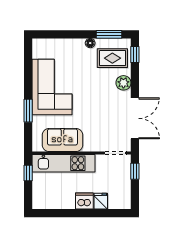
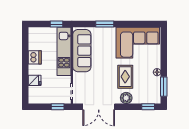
rug: (112, 58) -> (125, 77), moved
corner sofa: (52, 87) -> (138, 43), moved
sofa: (62, 140) -> (82, 51), width x1.36
dishwasher: (84, 201) -> (35, 57), moved

